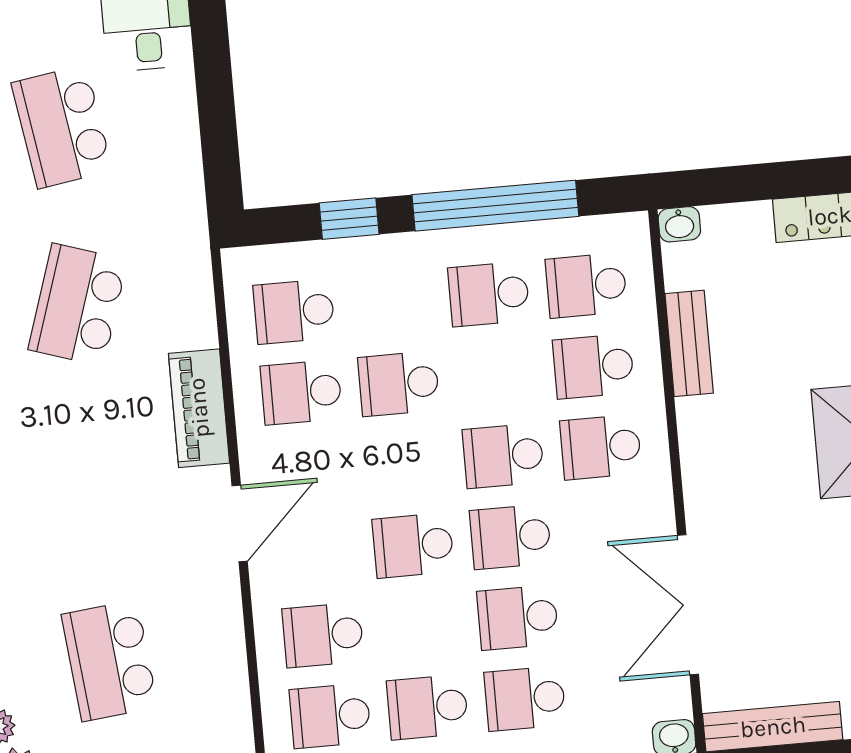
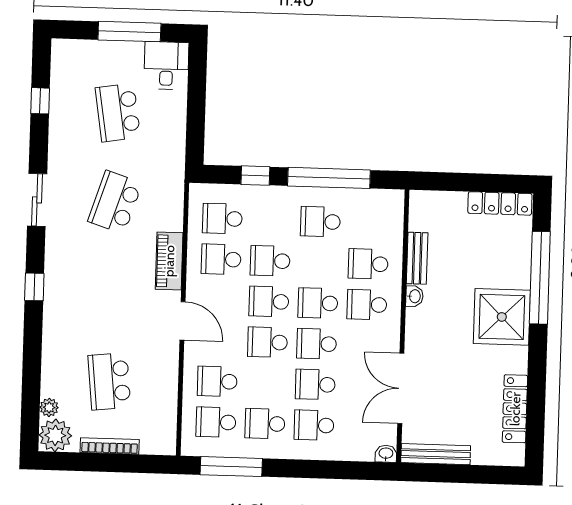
washbasin: (679, 224) -> (414, 296), moved, turned -90
school desk: (586, 285) -> (269, 302), moved
door: (240, 523) -> (182, 321), hinge flipped

